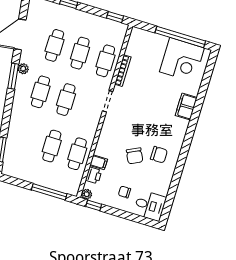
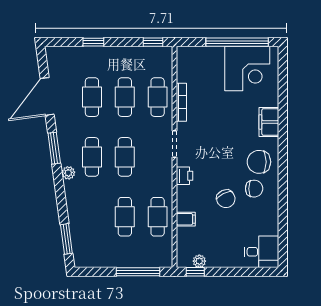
plant: (23, 69) -> (68, 173), moved
printer: (94, 175) -> (185, 176), moved
chair: (124, 192) -> (259, 162), moved, width x1.87, depth x1.87
plant: (87, 194) -> (199, 261), moved

